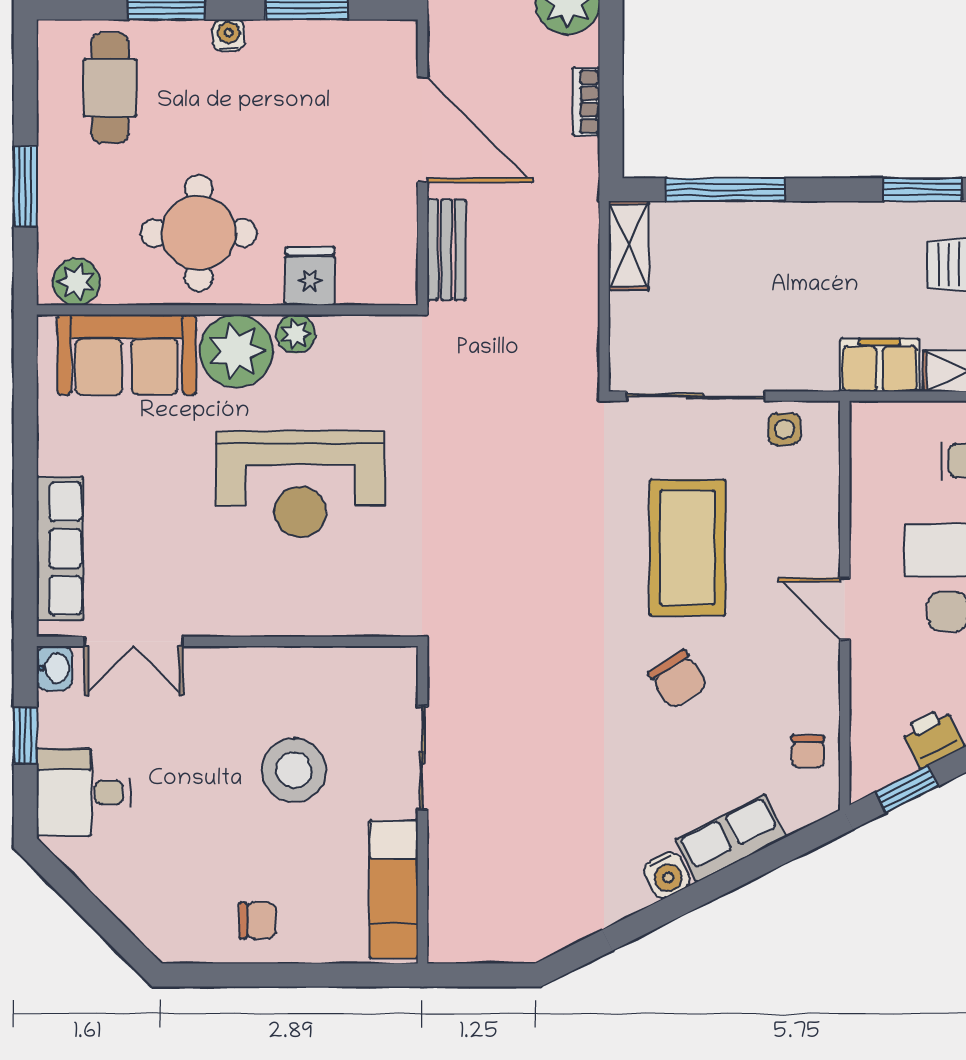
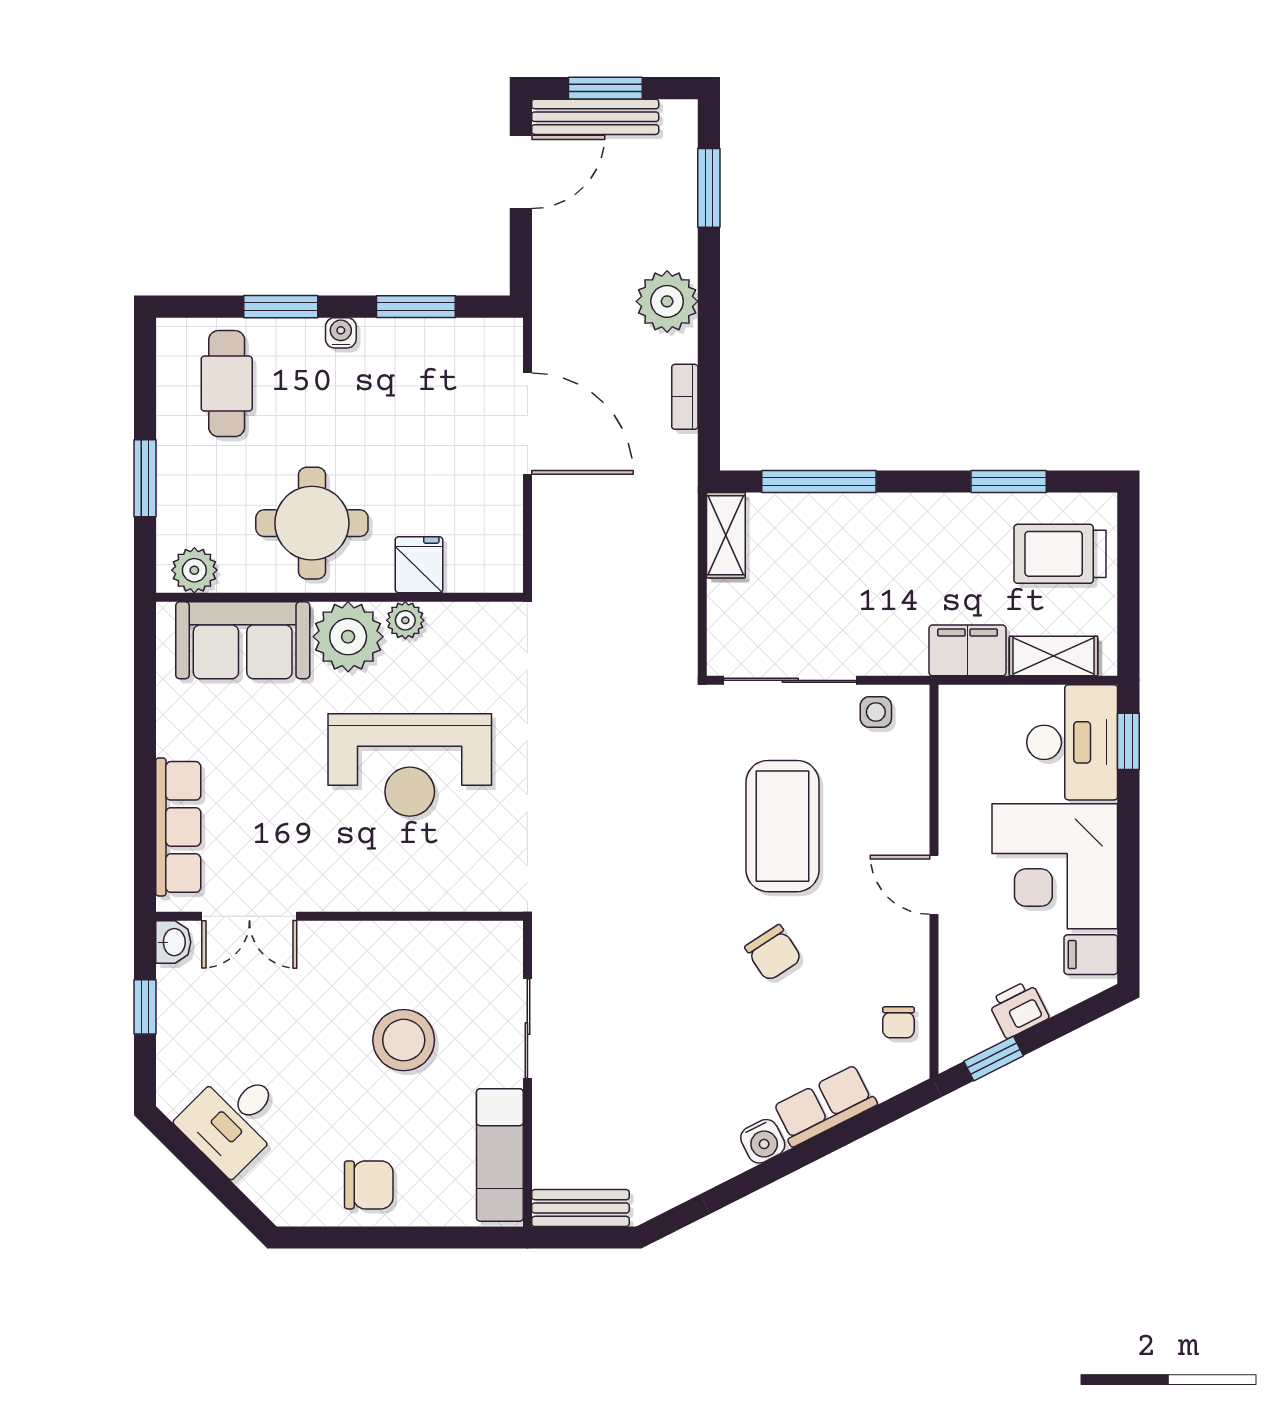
bench: (446, 250) -> (580, 1208), moved, turned 90
desk: (83, 792) -> (233, 1120), moved, turned -45
chair: (258, 920) -> (369, 1185), width x1.37, depth x1.37

